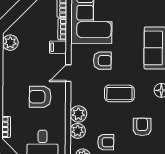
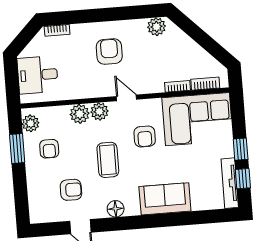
filing cabinet: (58, 47) -> (156, 83), removed
armchair: (40, 97) -> (109, 52), moved
plant: (78, 131) -> (99, 111), moved

